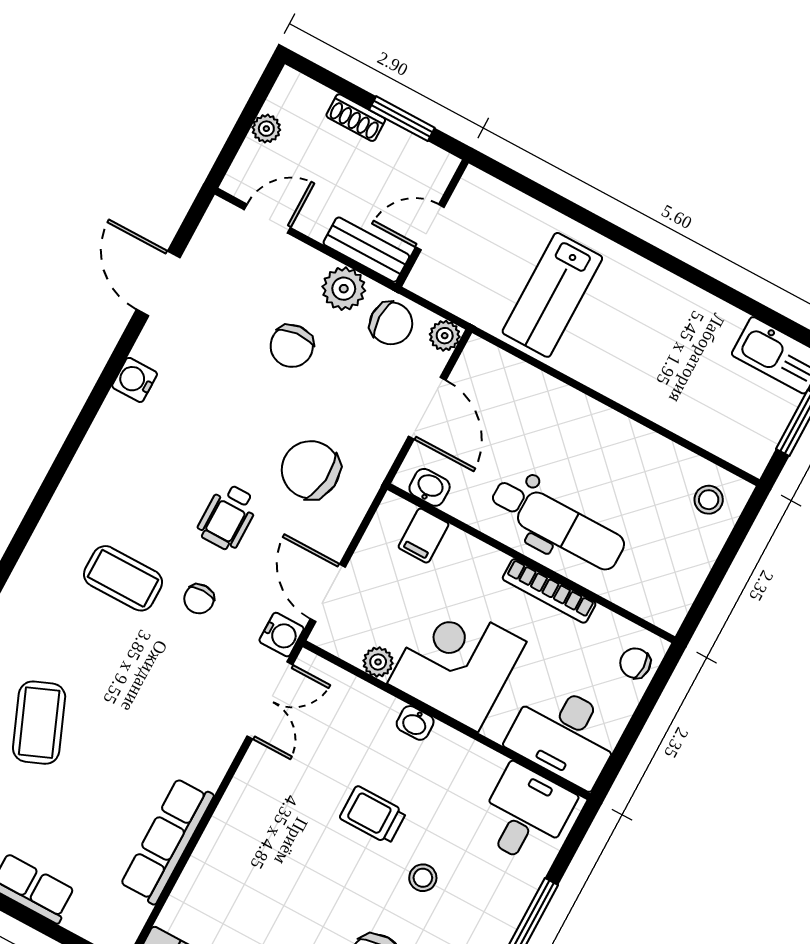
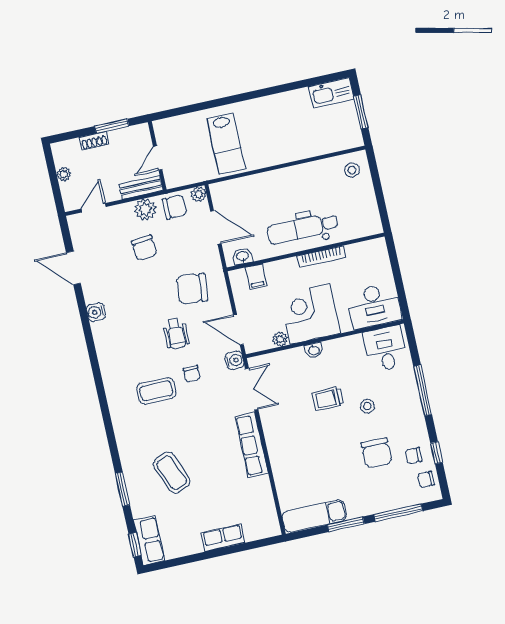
dental chair: (557, 524) -> (303, 228), turned 180
chair: (635, 663) -> (378, 256), removed
row of seats: (167, 841) -> (252, 445), moved

